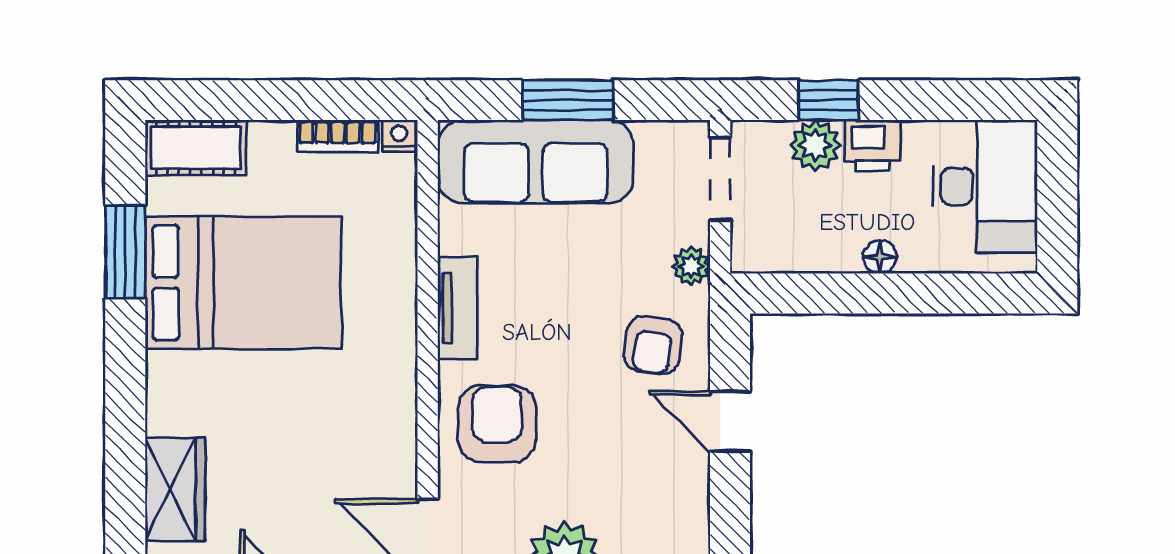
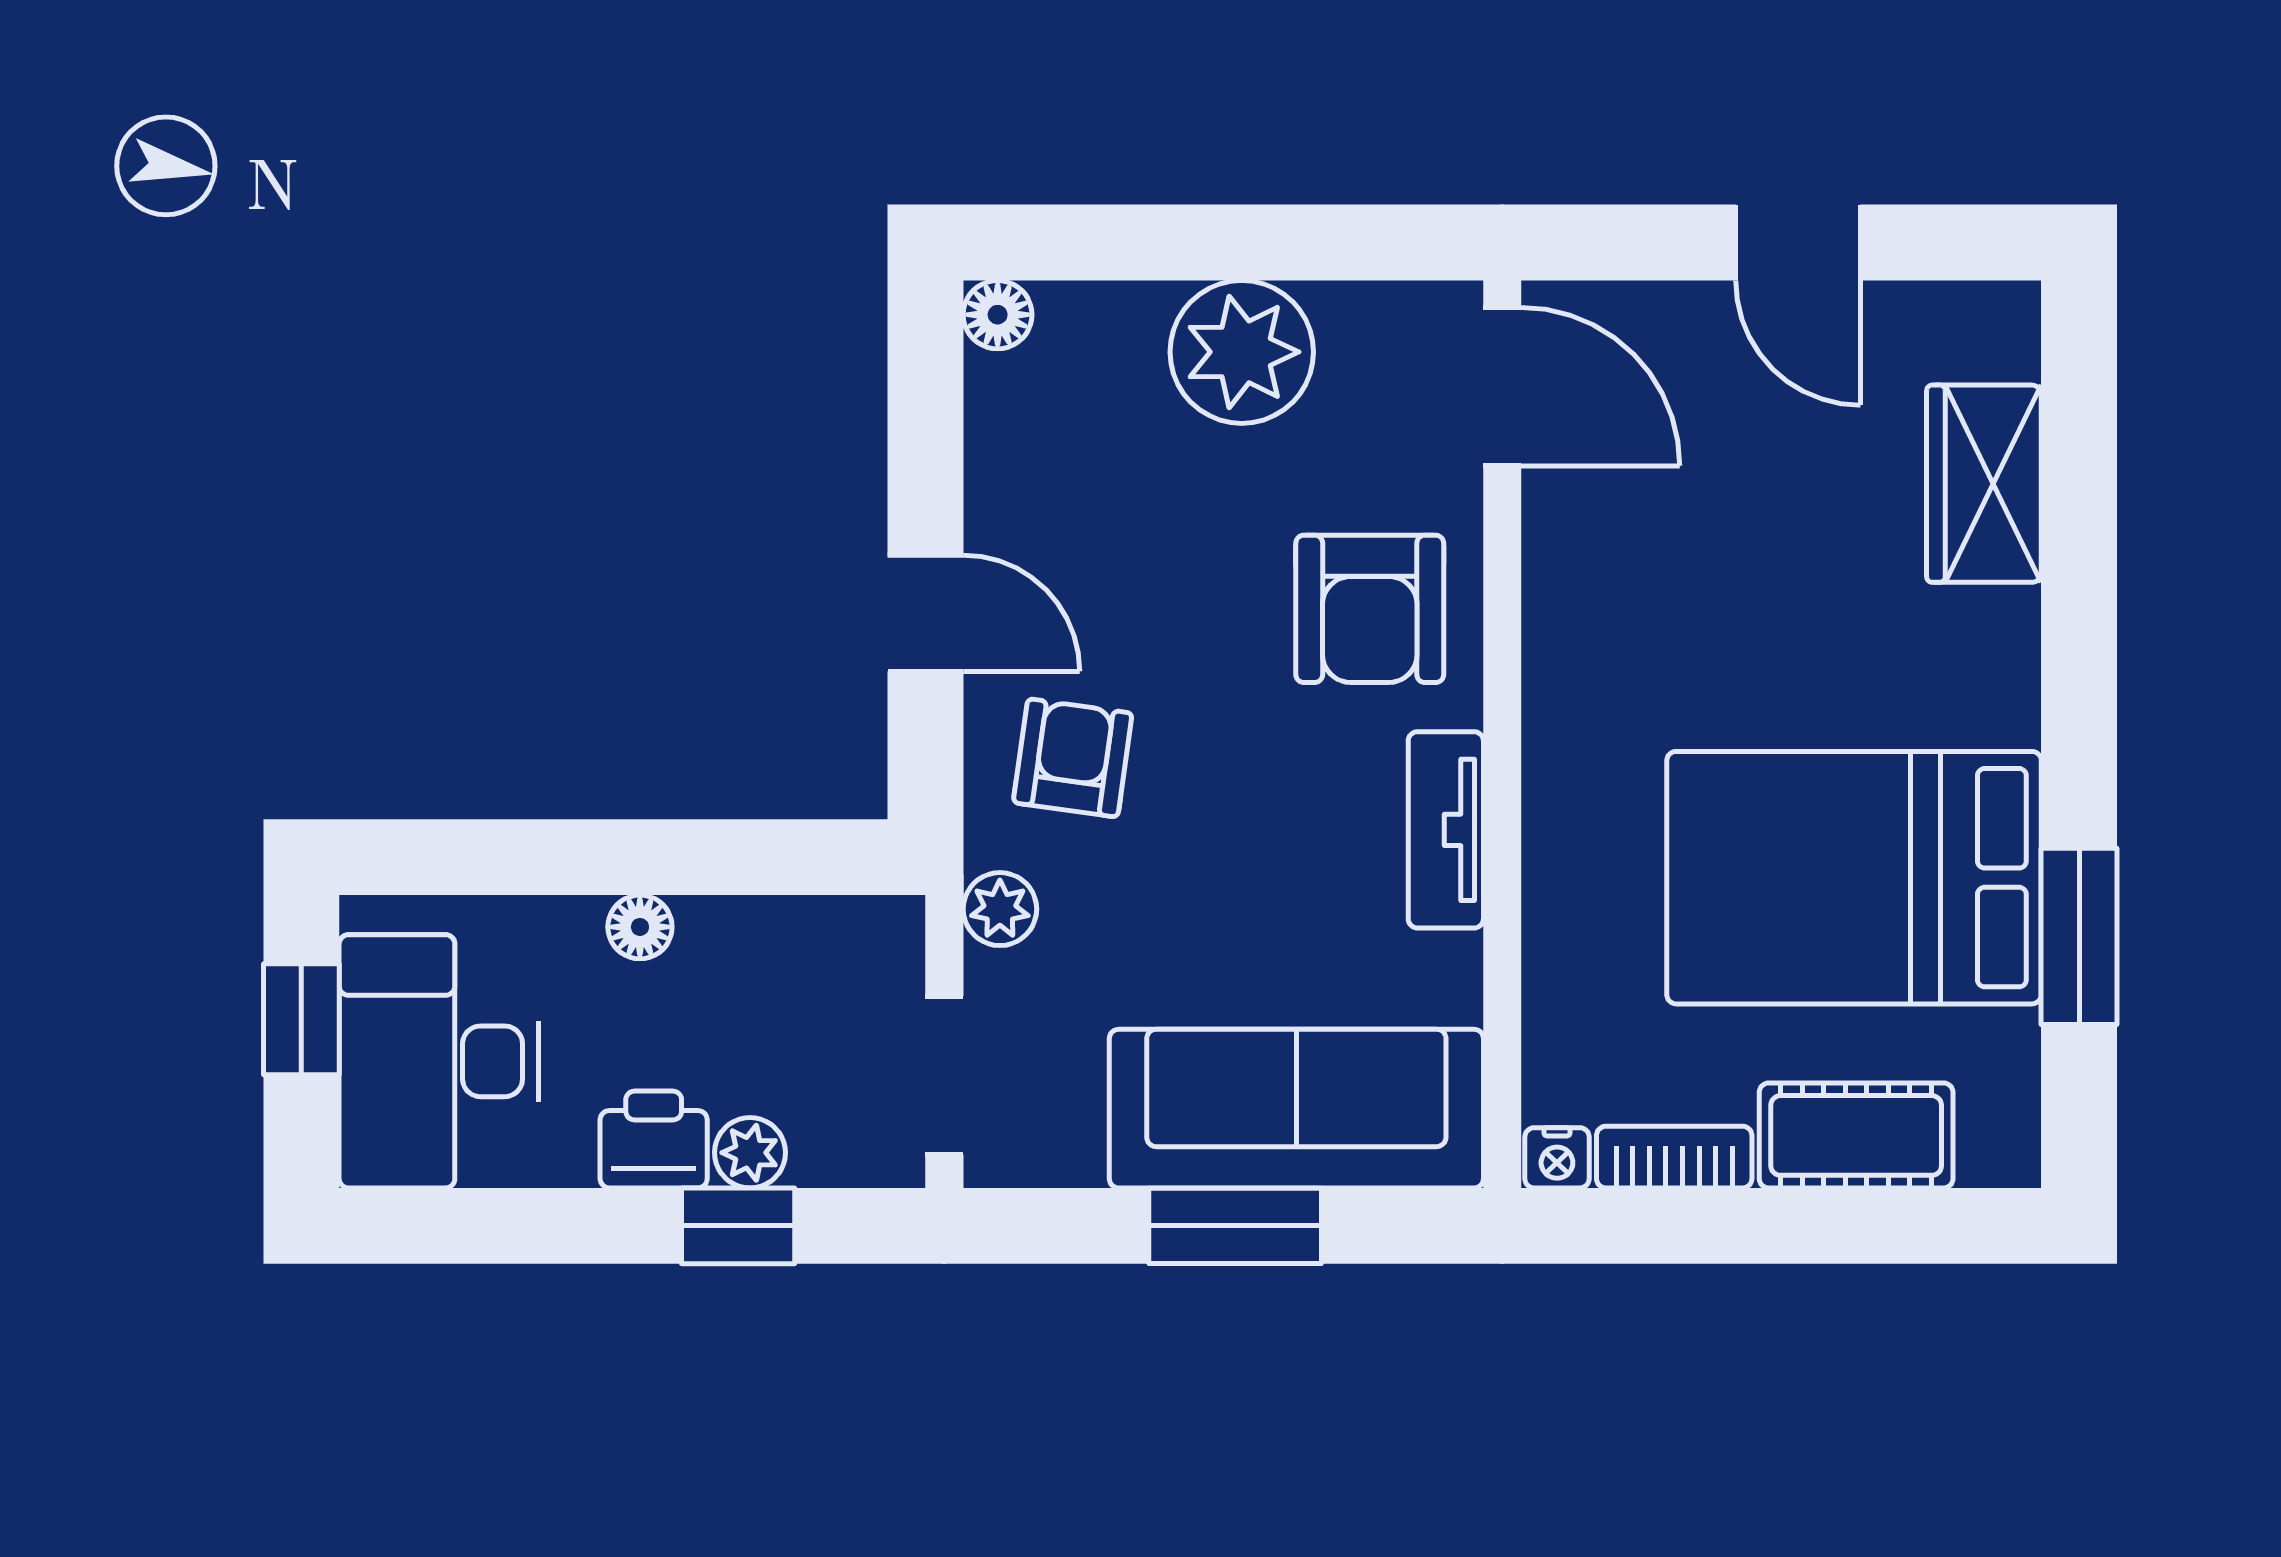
plant: (815, 145) -> (750, 1153), width x0.73, depth x0.73
cot: (196, 148) -> (1856, 1135), moved
window: (1057, 208) -> (301, 1019), added

